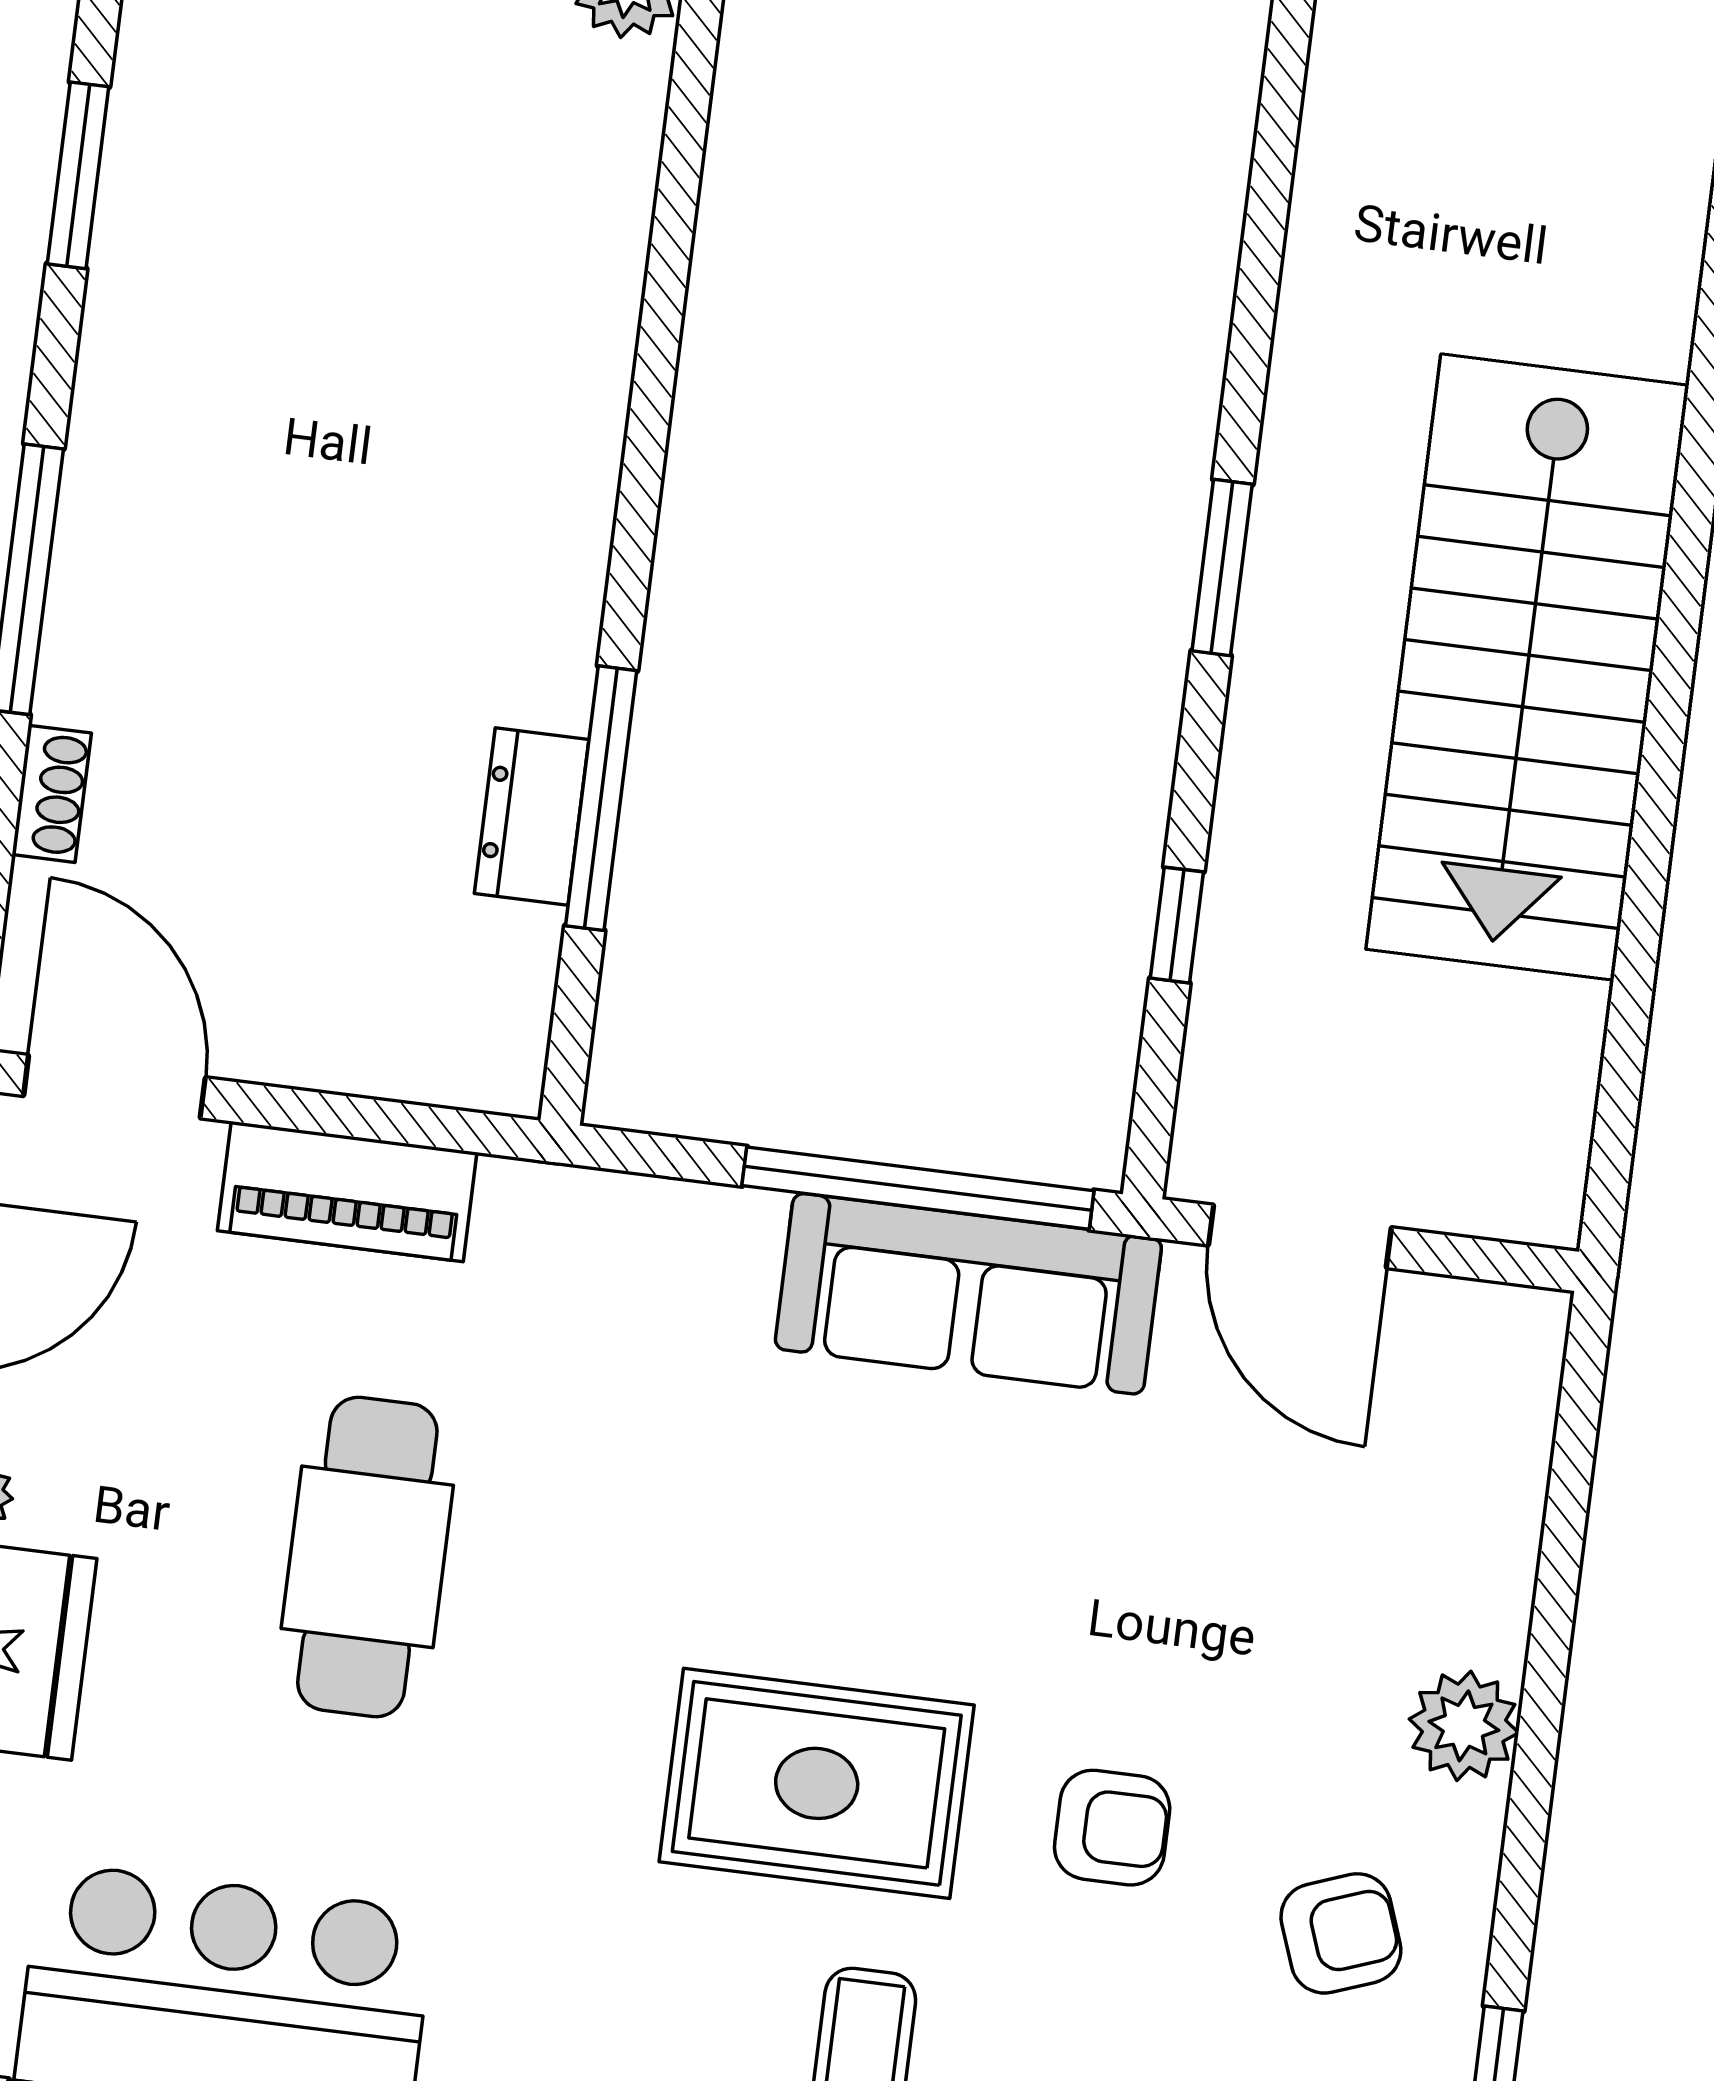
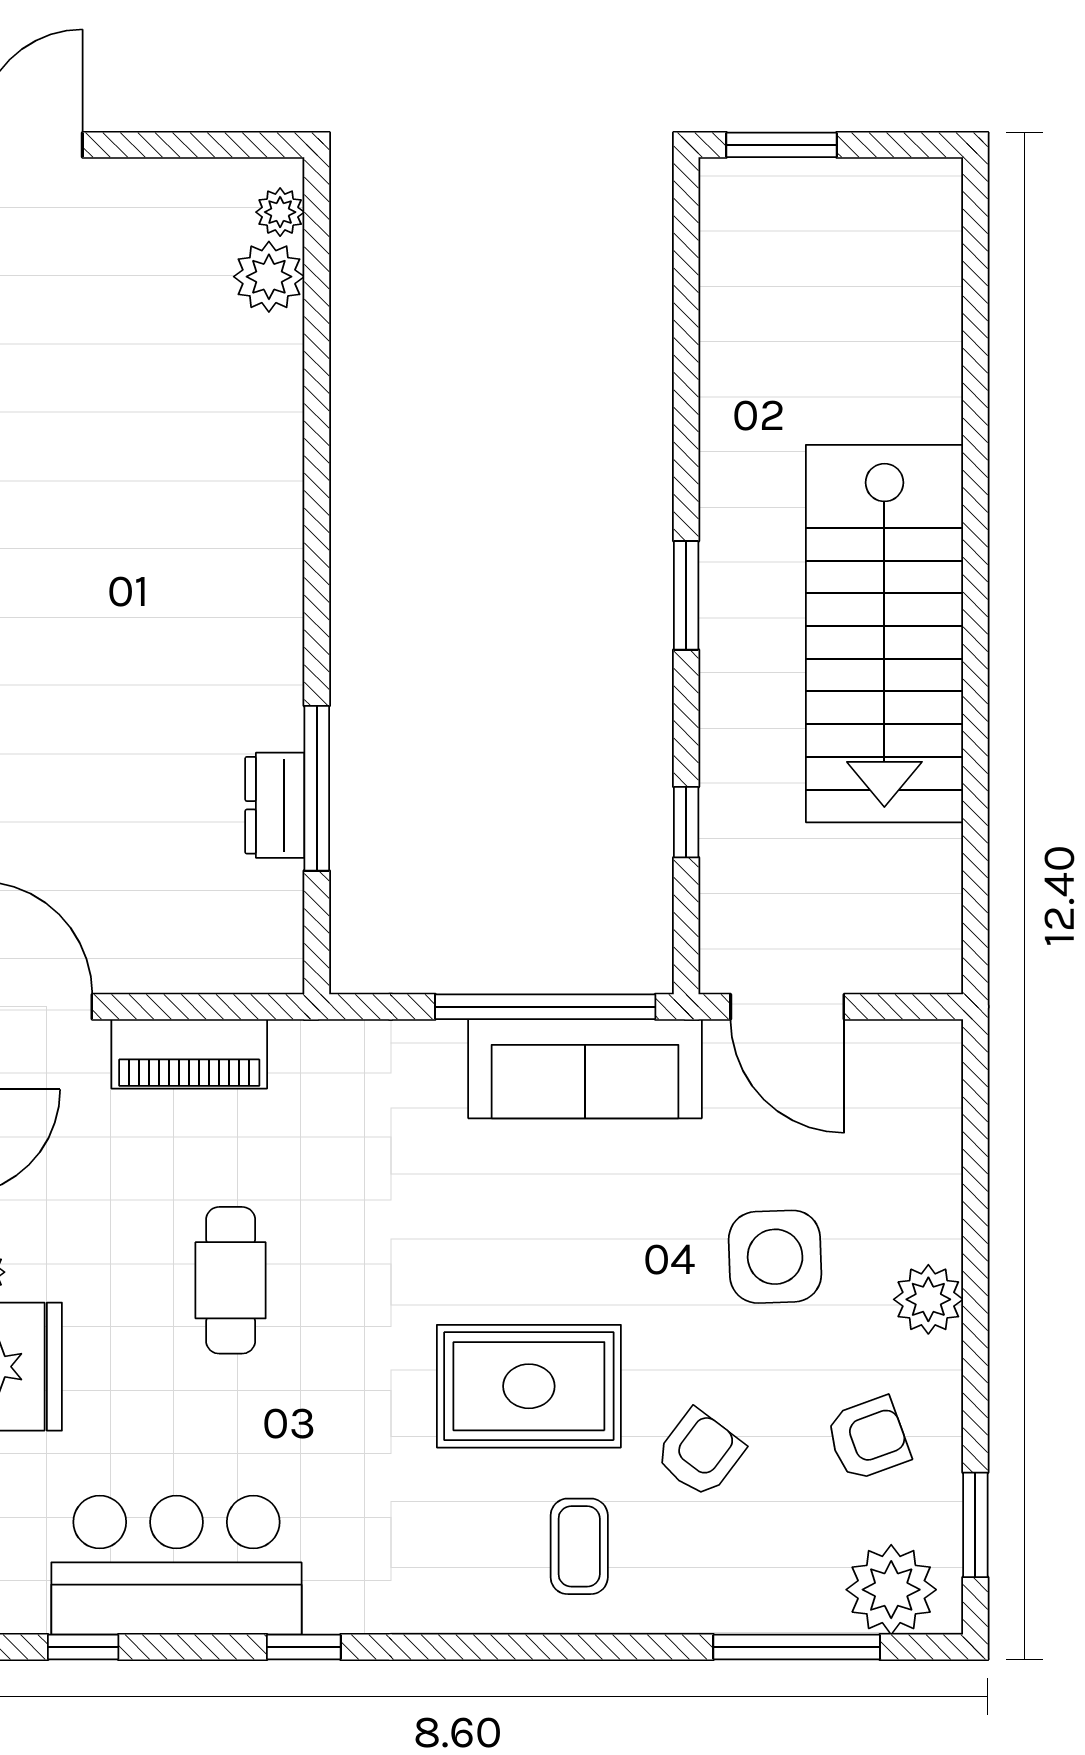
cafe table: (367, 1557) -> (231, 1280), width x0.73, depth x0.74
side table: (1231, 1628) -> (775, 1257), added
armchair: (1112, 1828) -> (700, 1453), moved, turned -53

